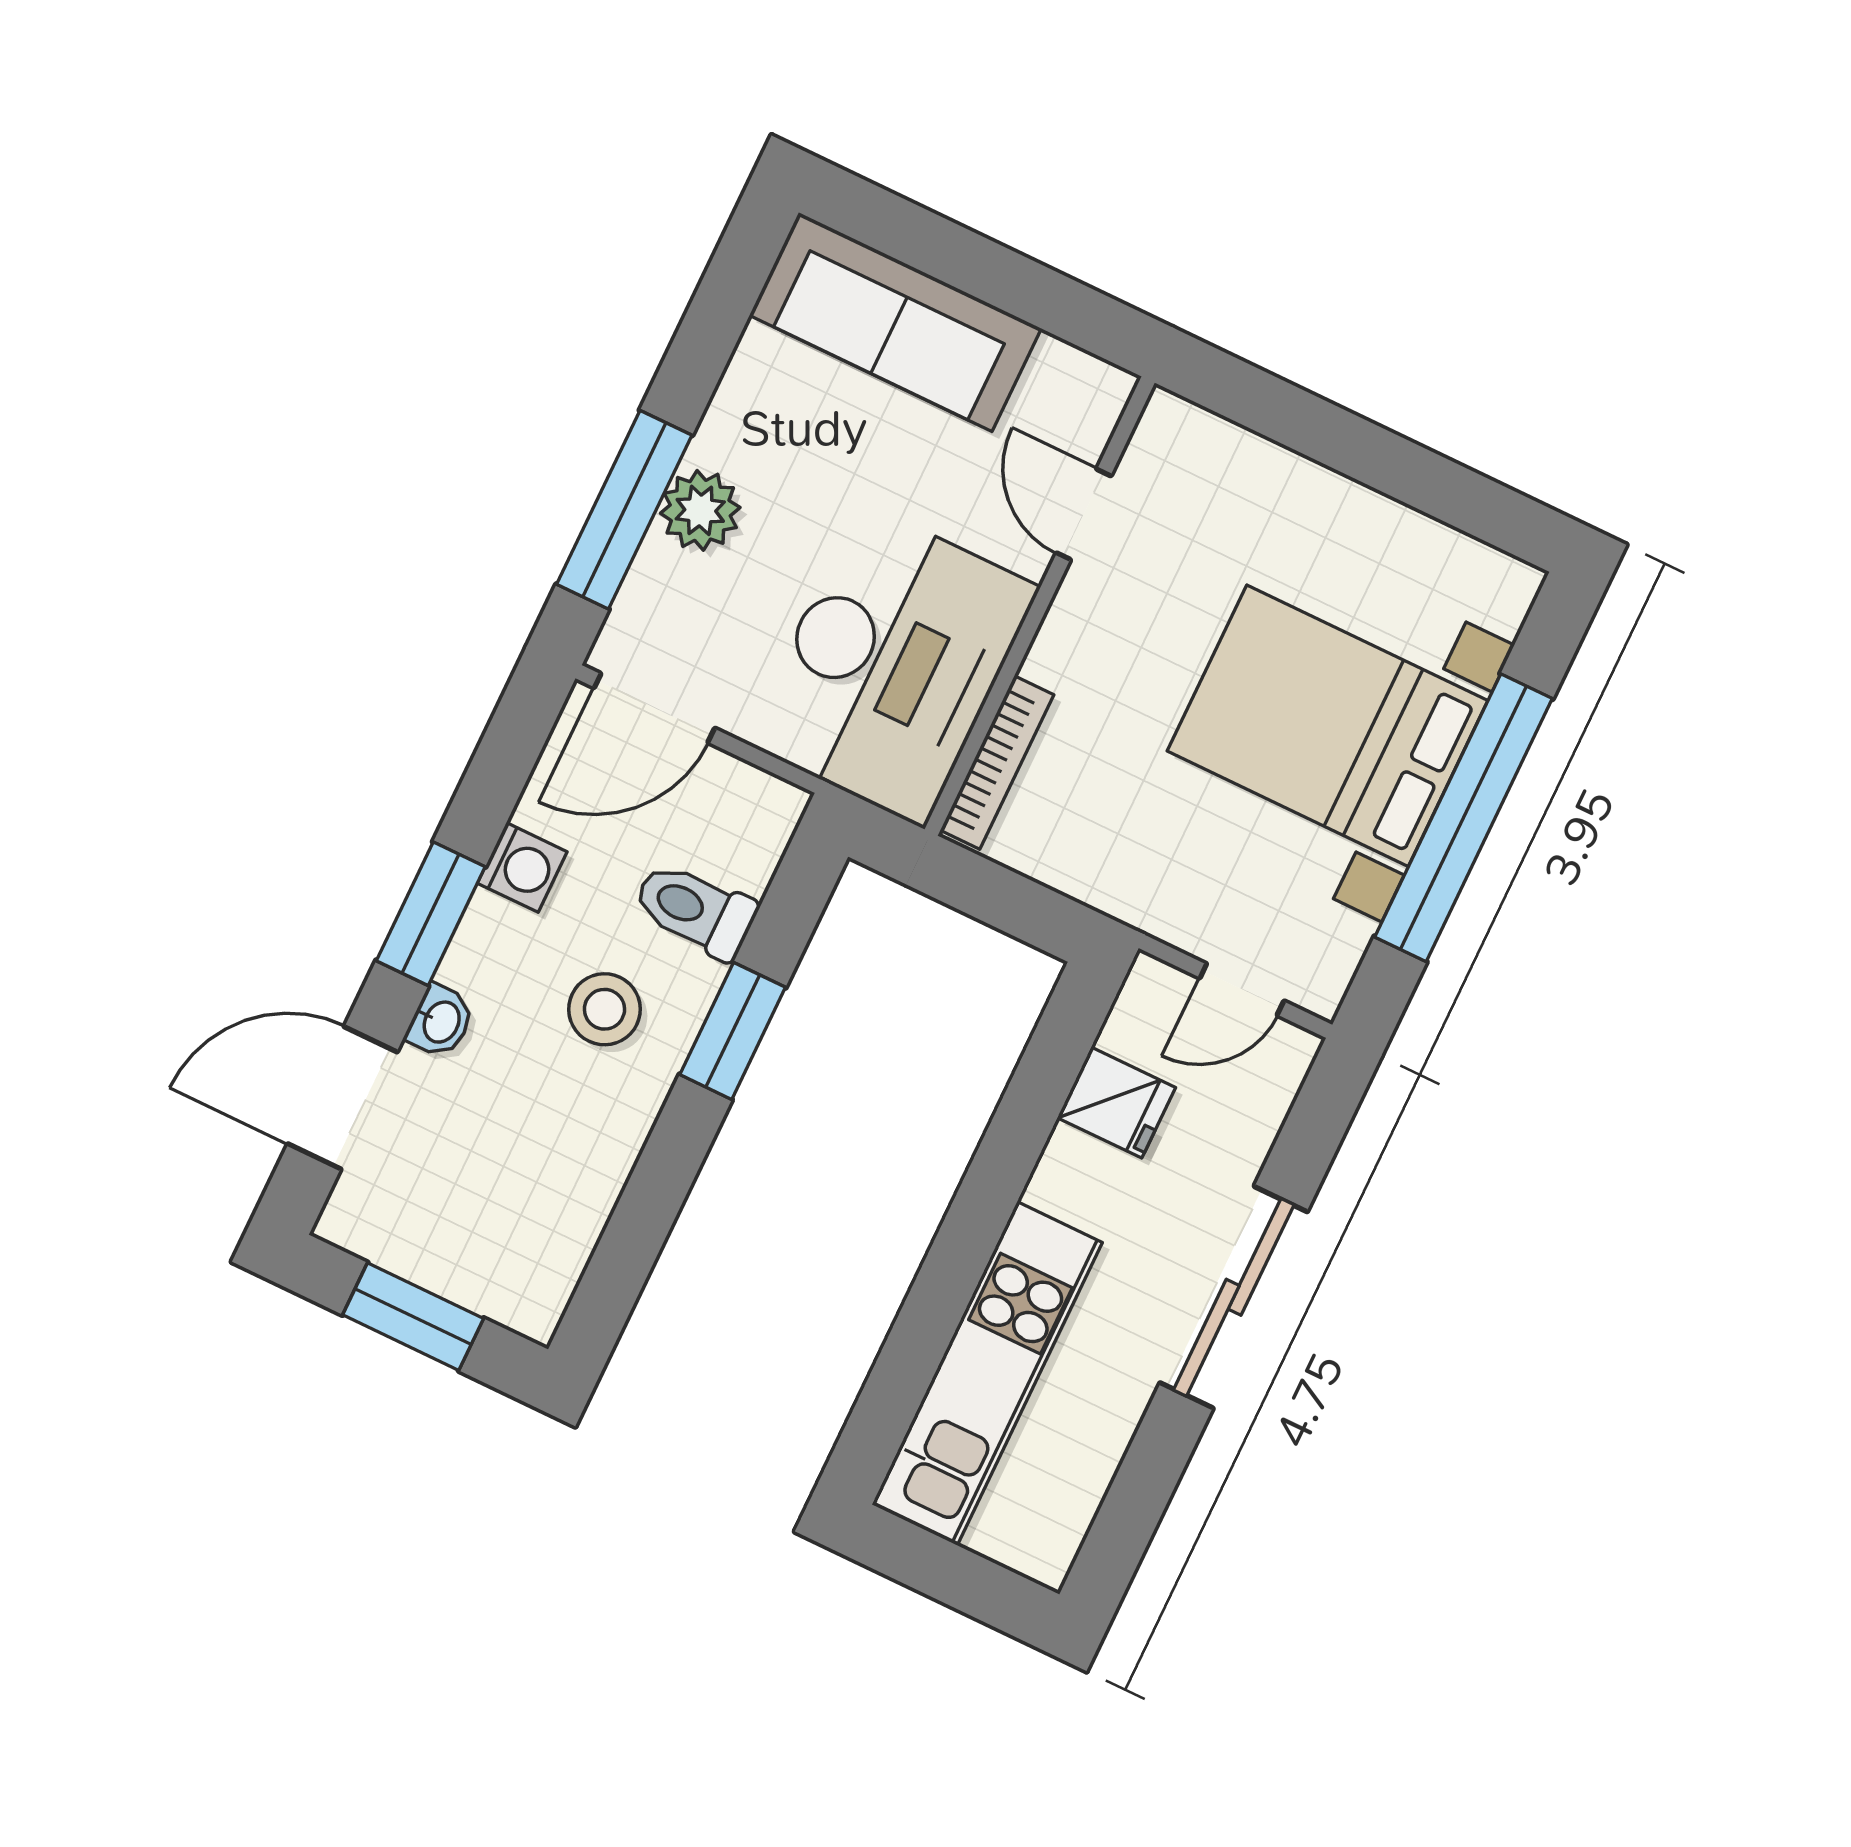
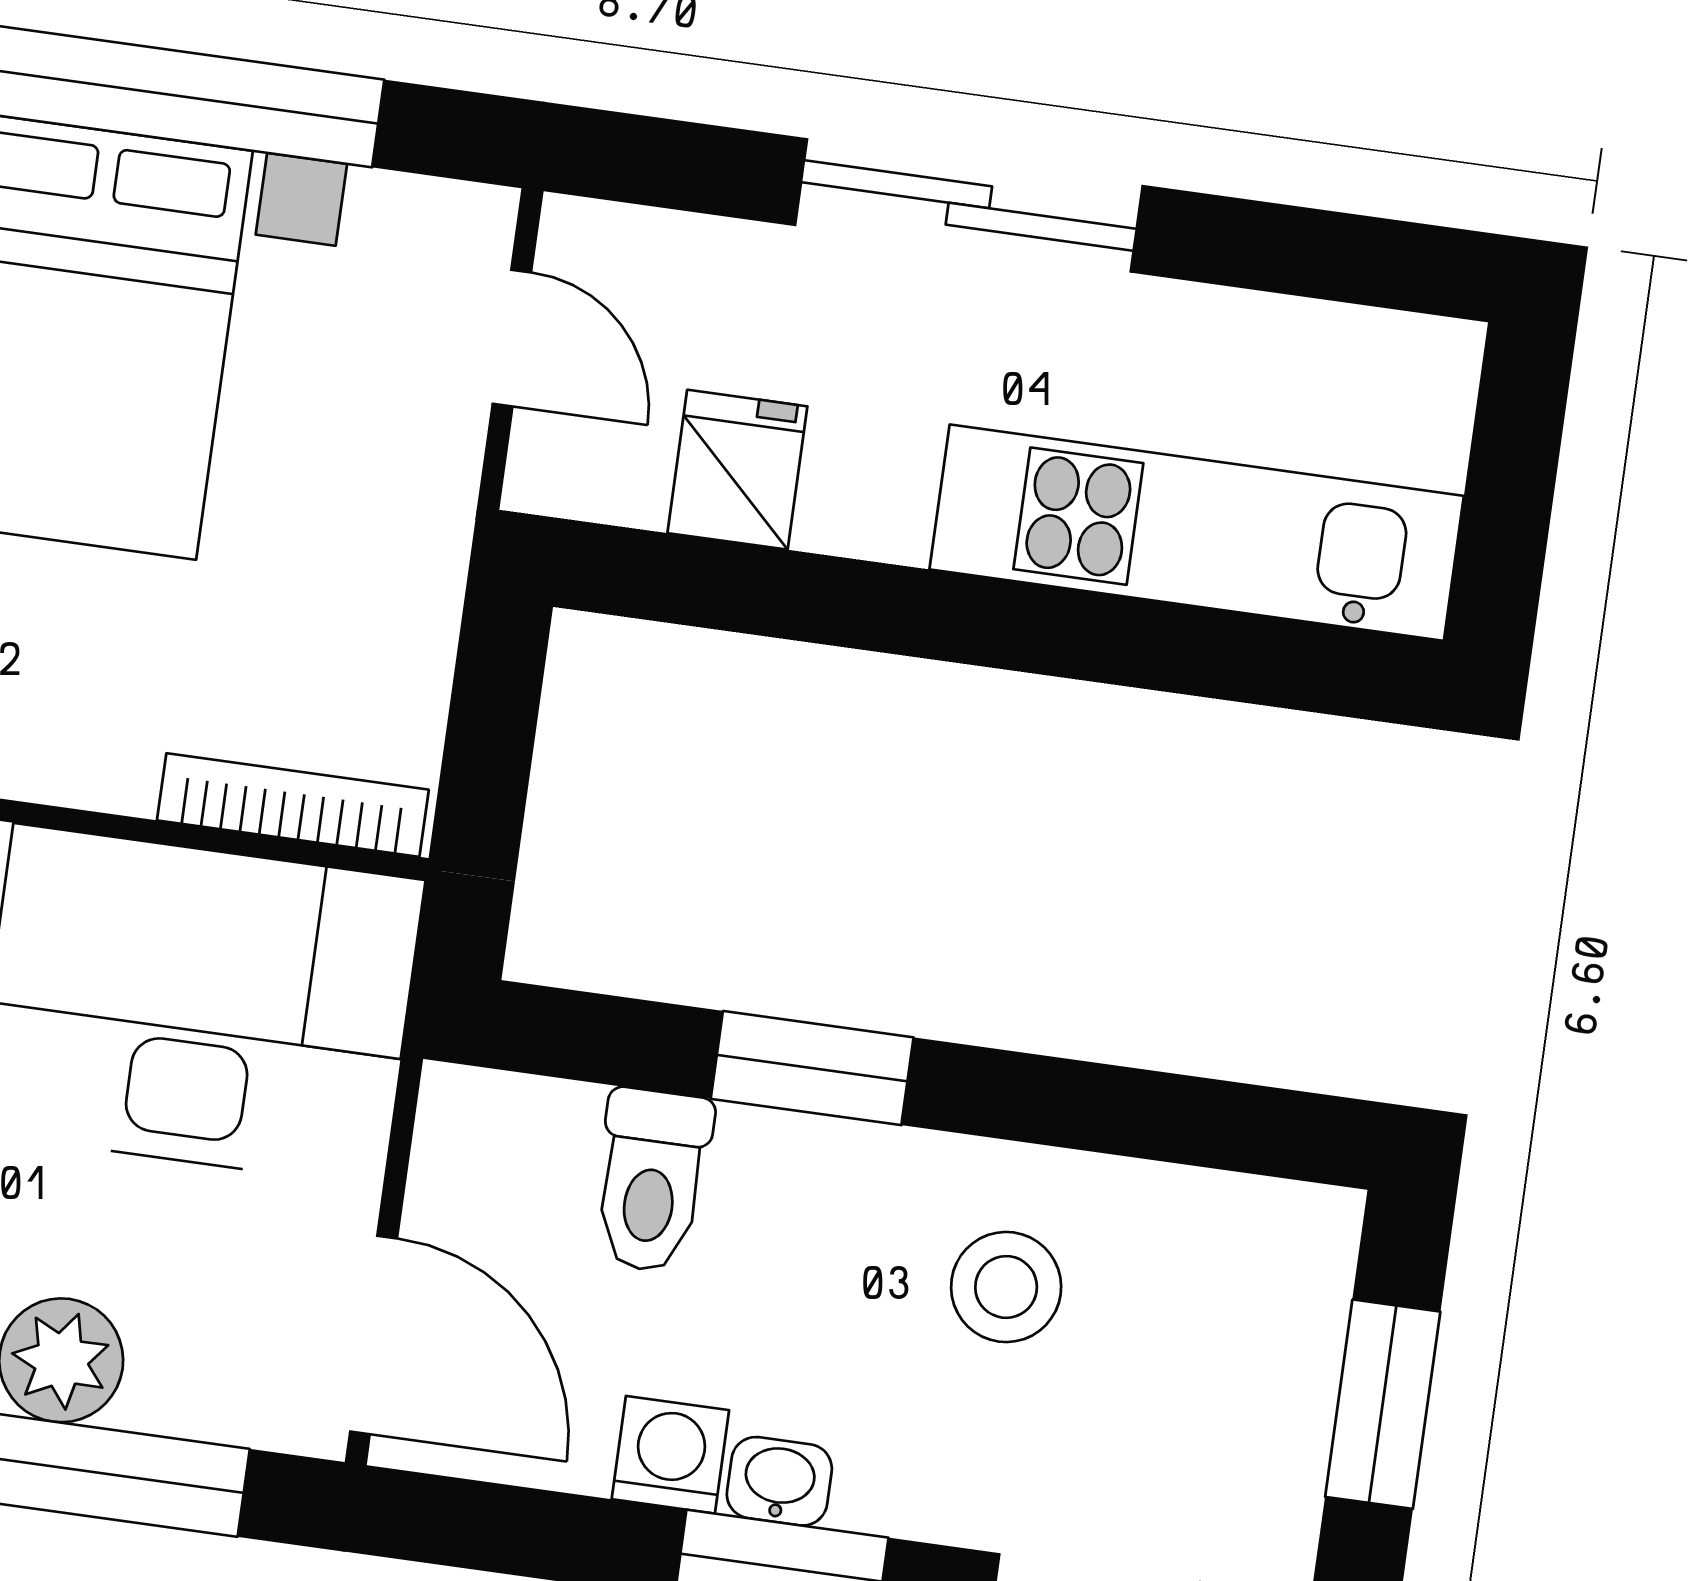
stool: (604, 1009) -> (1006, 1287), moved
washbasin: (440, 1021) -> (779, 1481), moved

